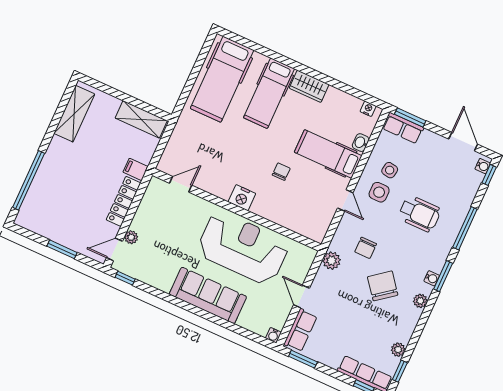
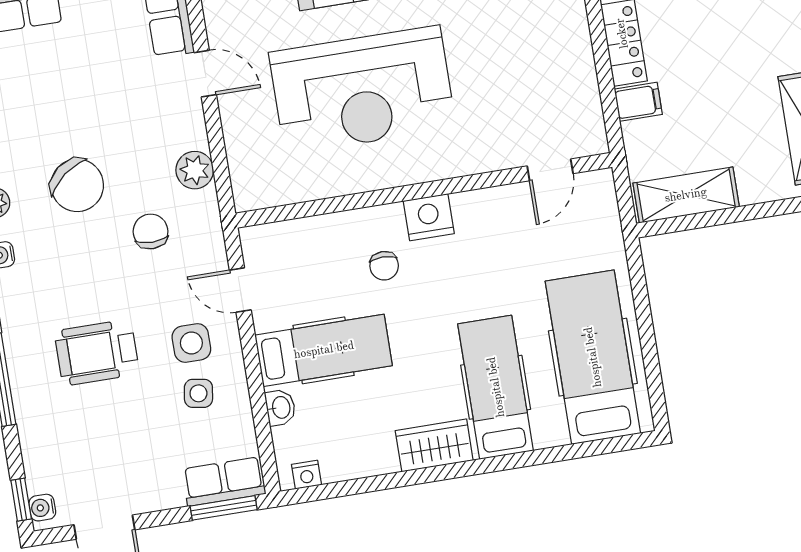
door: (181, 184) -> (550, 170), moved
nightstand: (242, 198) -> (429, 217), moved
wall: (237, 210) -> (424, 190), moved

